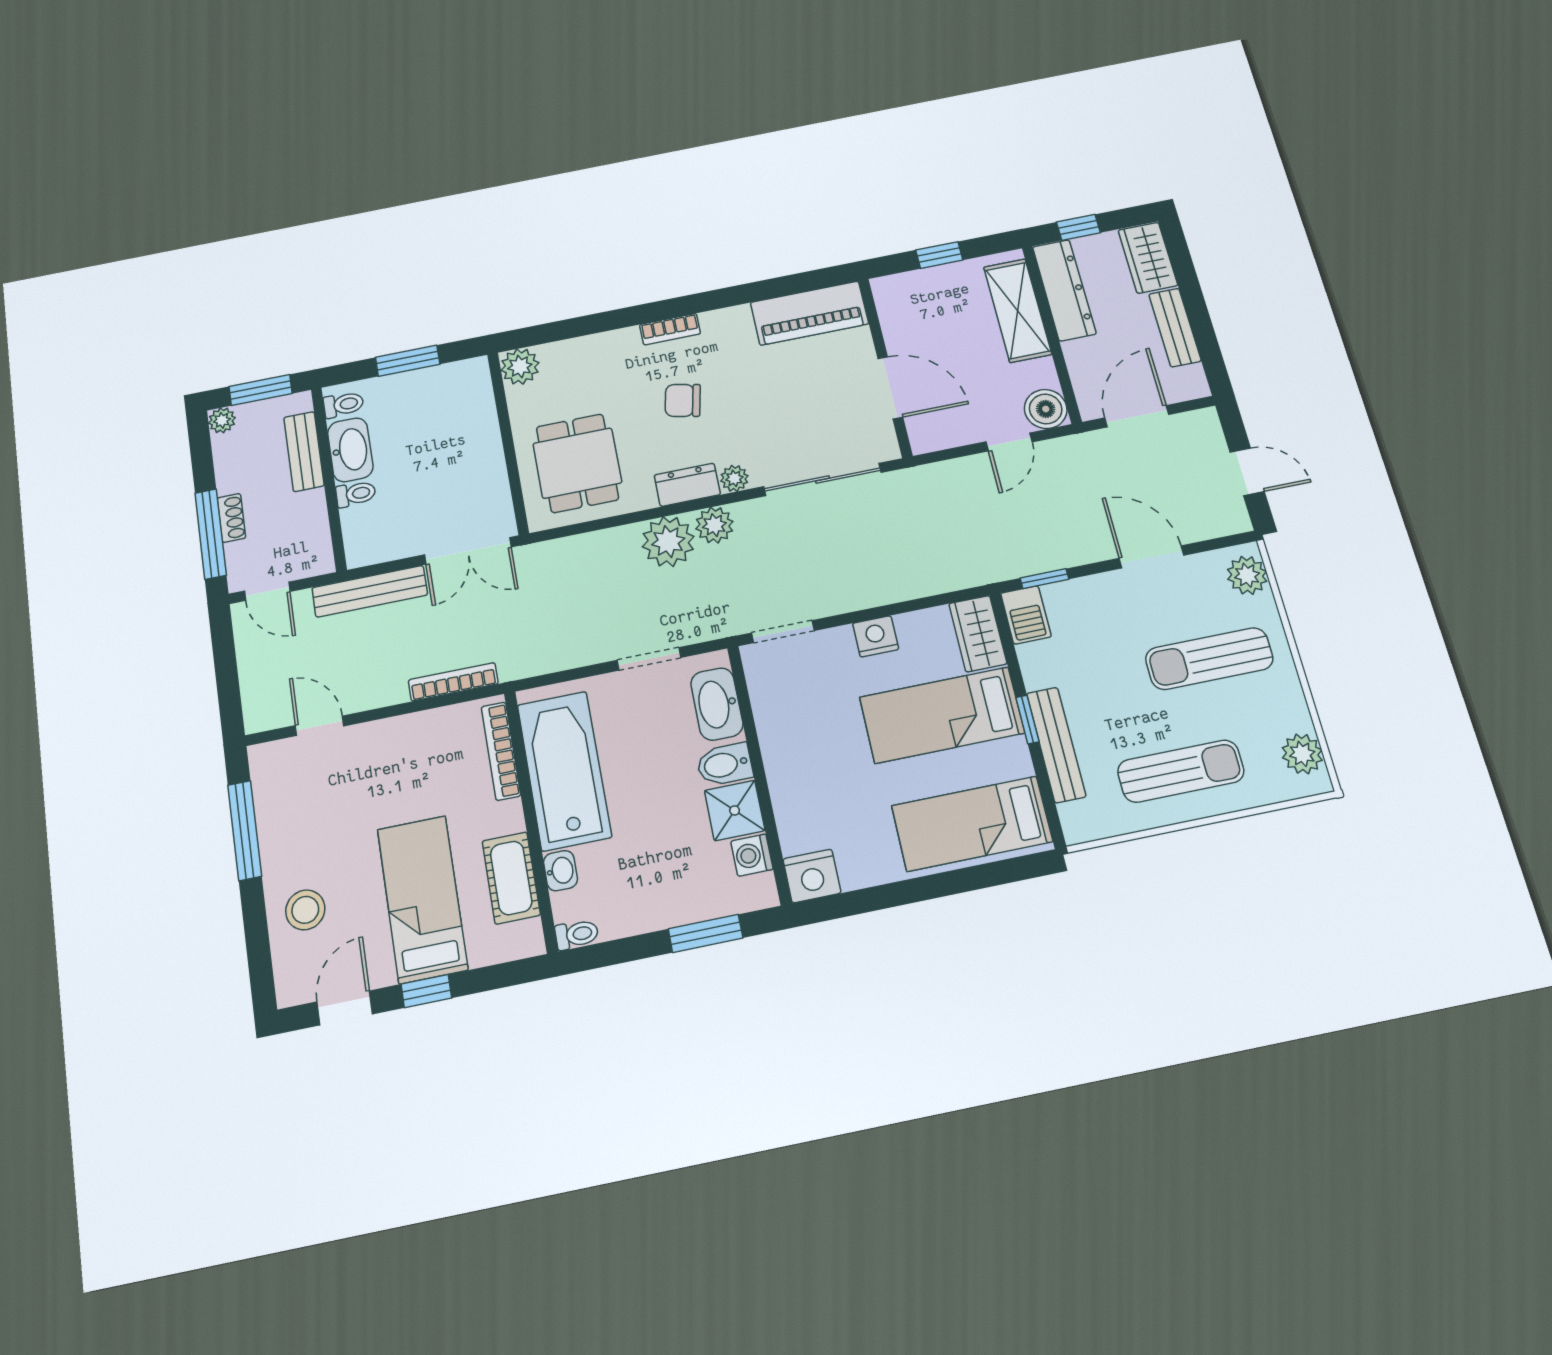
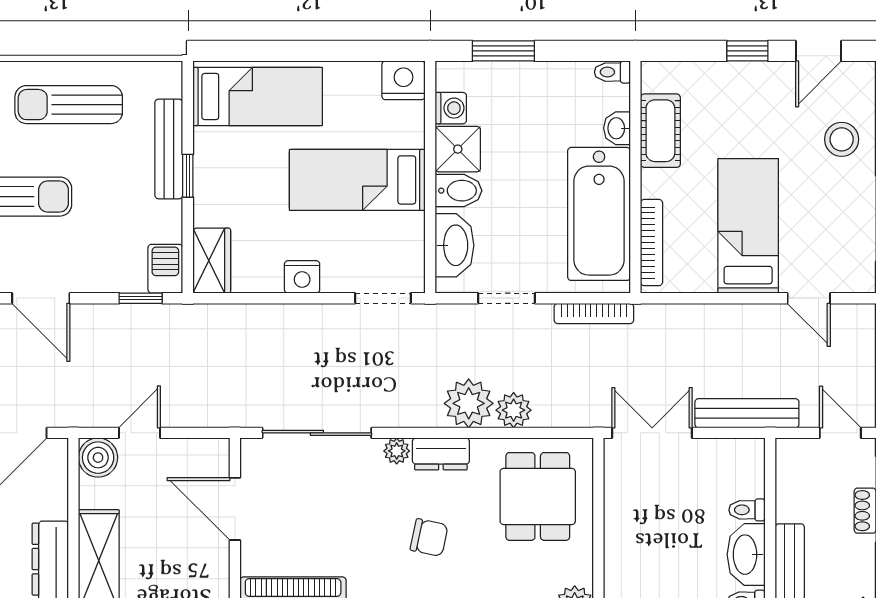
plant: (714, 525) -> (514, 410), moved
bookcase: (453, 682) -> (594, 313), moved
bed: (942, 715) -> (357, 180), moved, turned 180
bed: (422, 899) -> (748, 226), moved, turned 180

